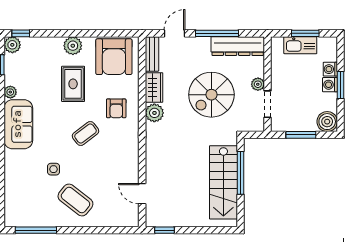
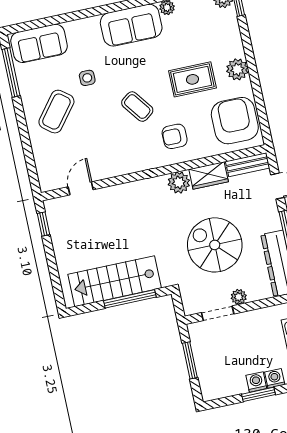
armchair: (114, 57) -> (235, 121), turned 90
boiler: (327, 122) -> (212, 388), removed
sofa: (17, 202) -> (39, 43), added

